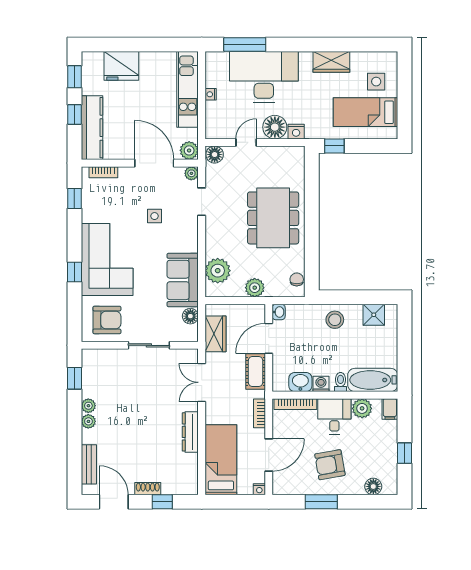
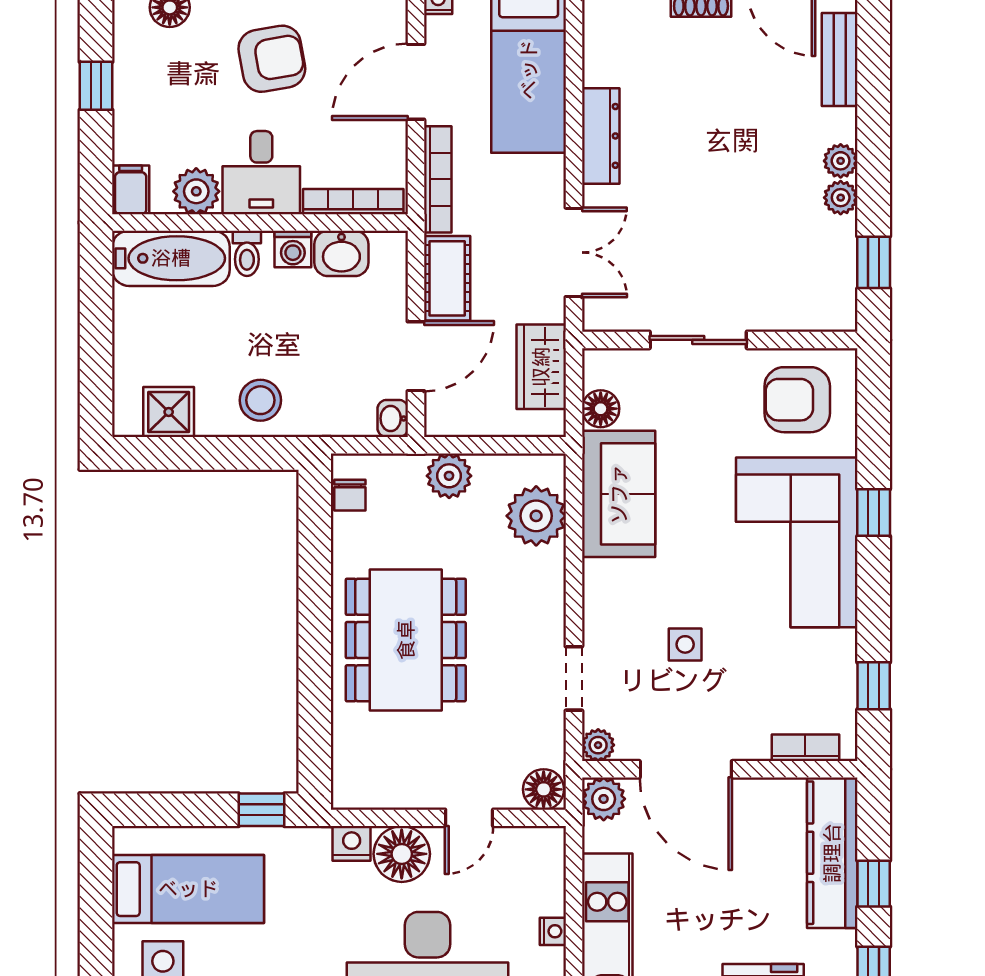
bookcase: (260, 413) -> (438, 179), width x1.56

